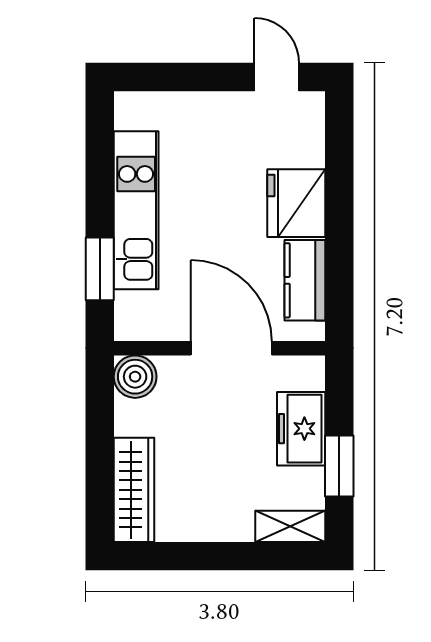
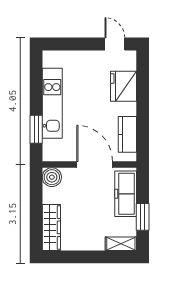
fridge: (296, 203) -> (124, 86), moved
freezer: (301, 429) -> (126, 194), width x1.40

